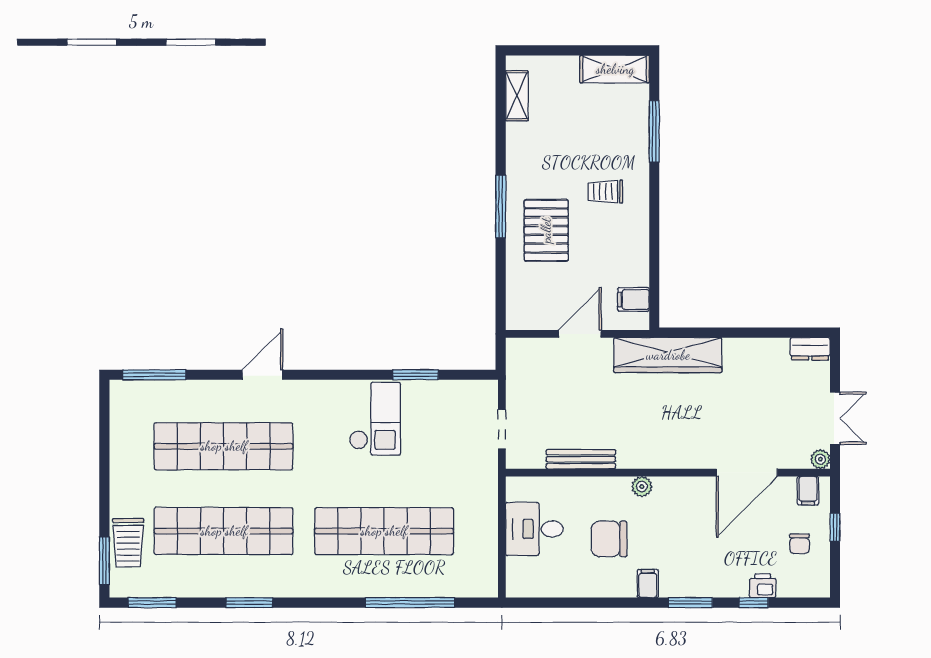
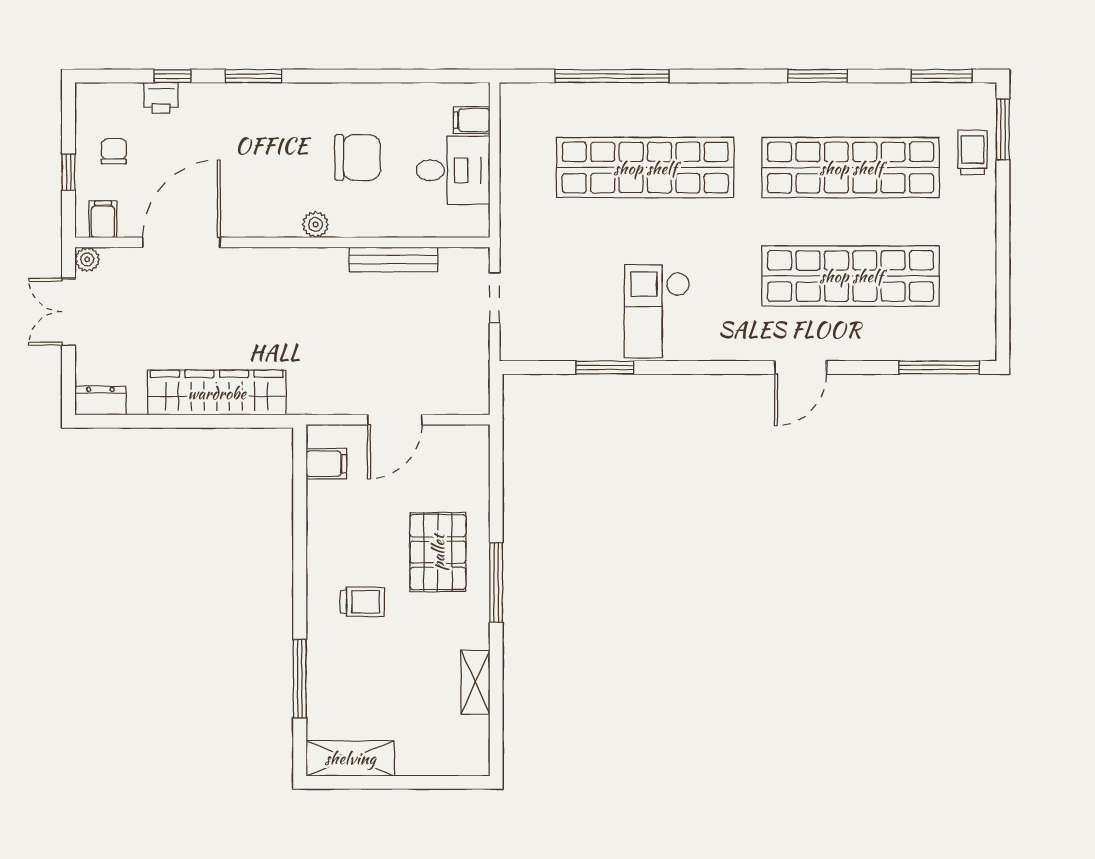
shelving: (517, 96) -> (475, 682), moved
wardrobe: (668, 355) -> (217, 393), moved
trolley: (128, 543) -> (972, 153), width x0.73, depth x0.72
filing cabinet: (648, 583) -> (472, 120), moved, turned 90

